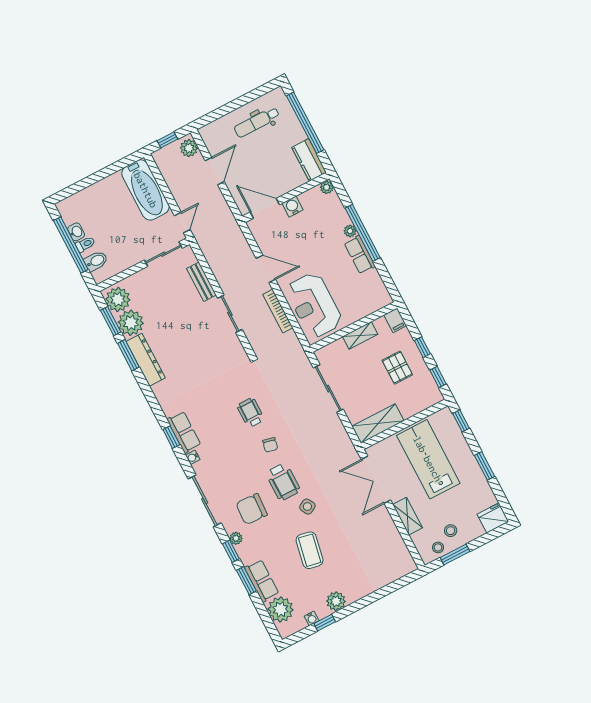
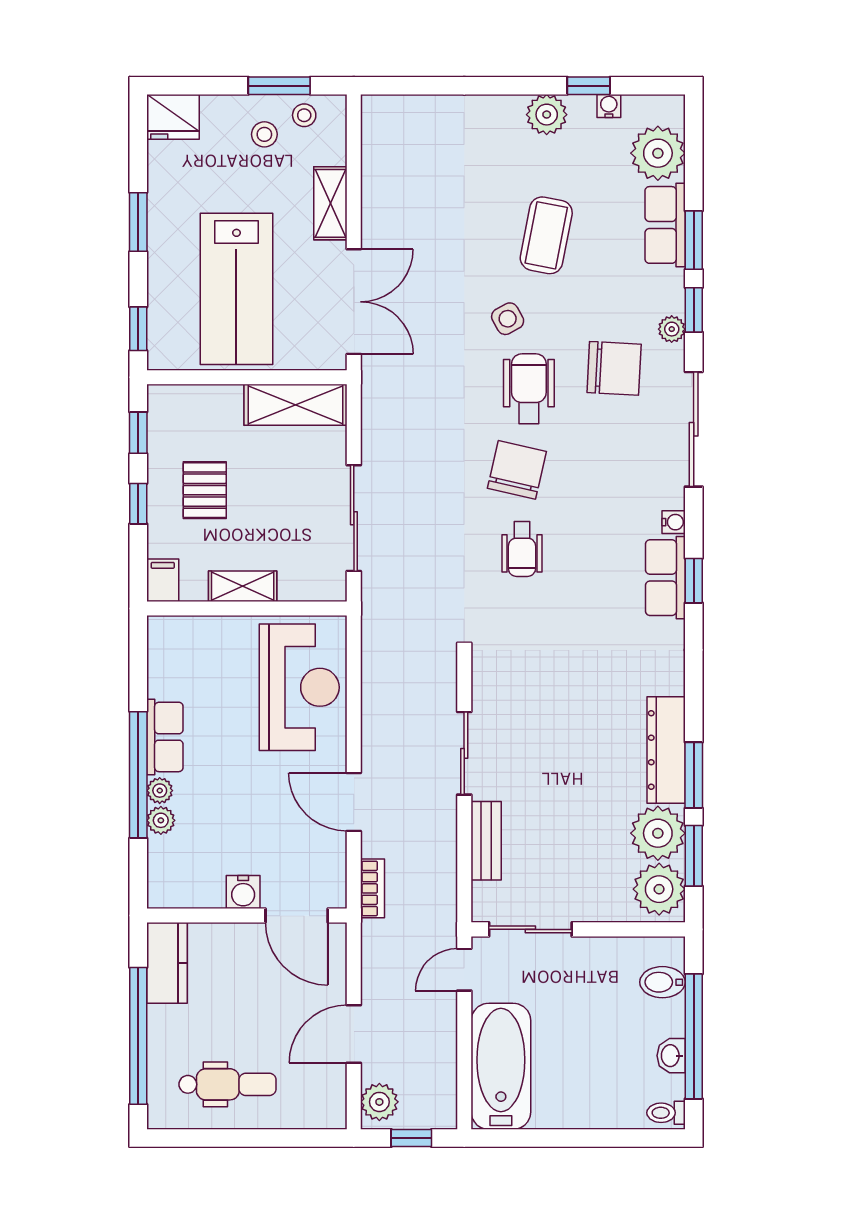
plant: (327, 187) -> (161, 820), moved
toilet: (85, 244) -> (666, 1113), moved
bookcase: (278, 311) -> (372, 888), moved, width x0.64
chair: (270, 445) -> (517, 470), width x1.87, depth x1.87

